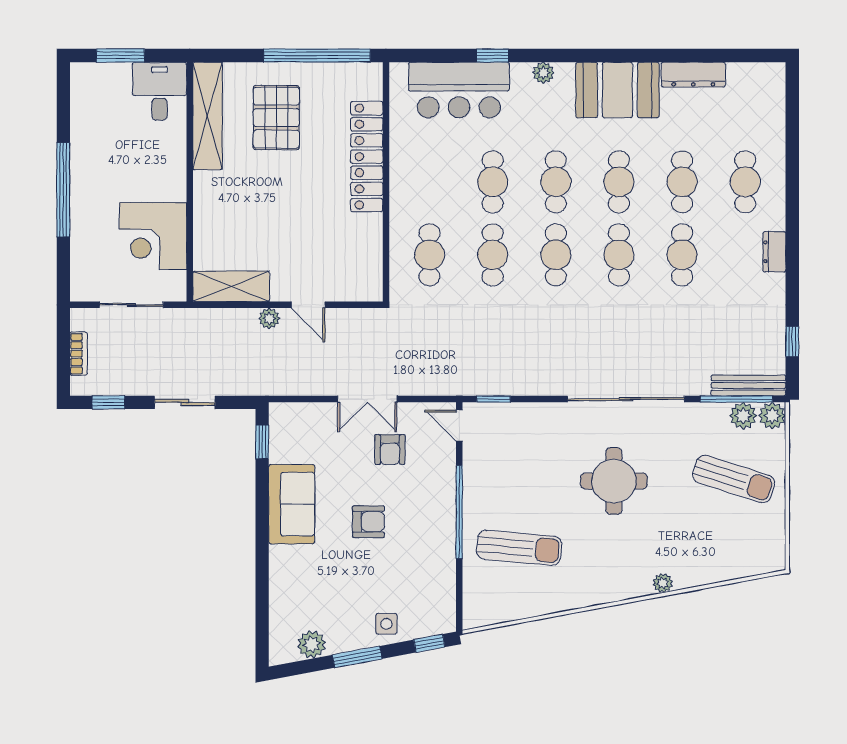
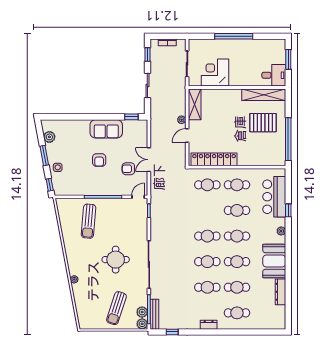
locker: (367, 157) -> (214, 159), moved
cafe table: (493, 255) -> (237, 185), moved

